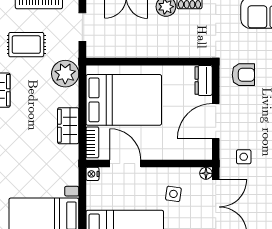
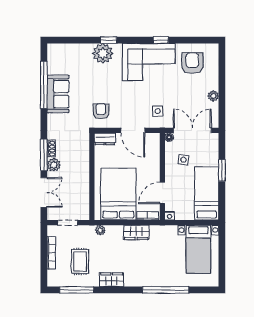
plant: (65, 74) -> (100, 230), width x0.53, depth x0.53

